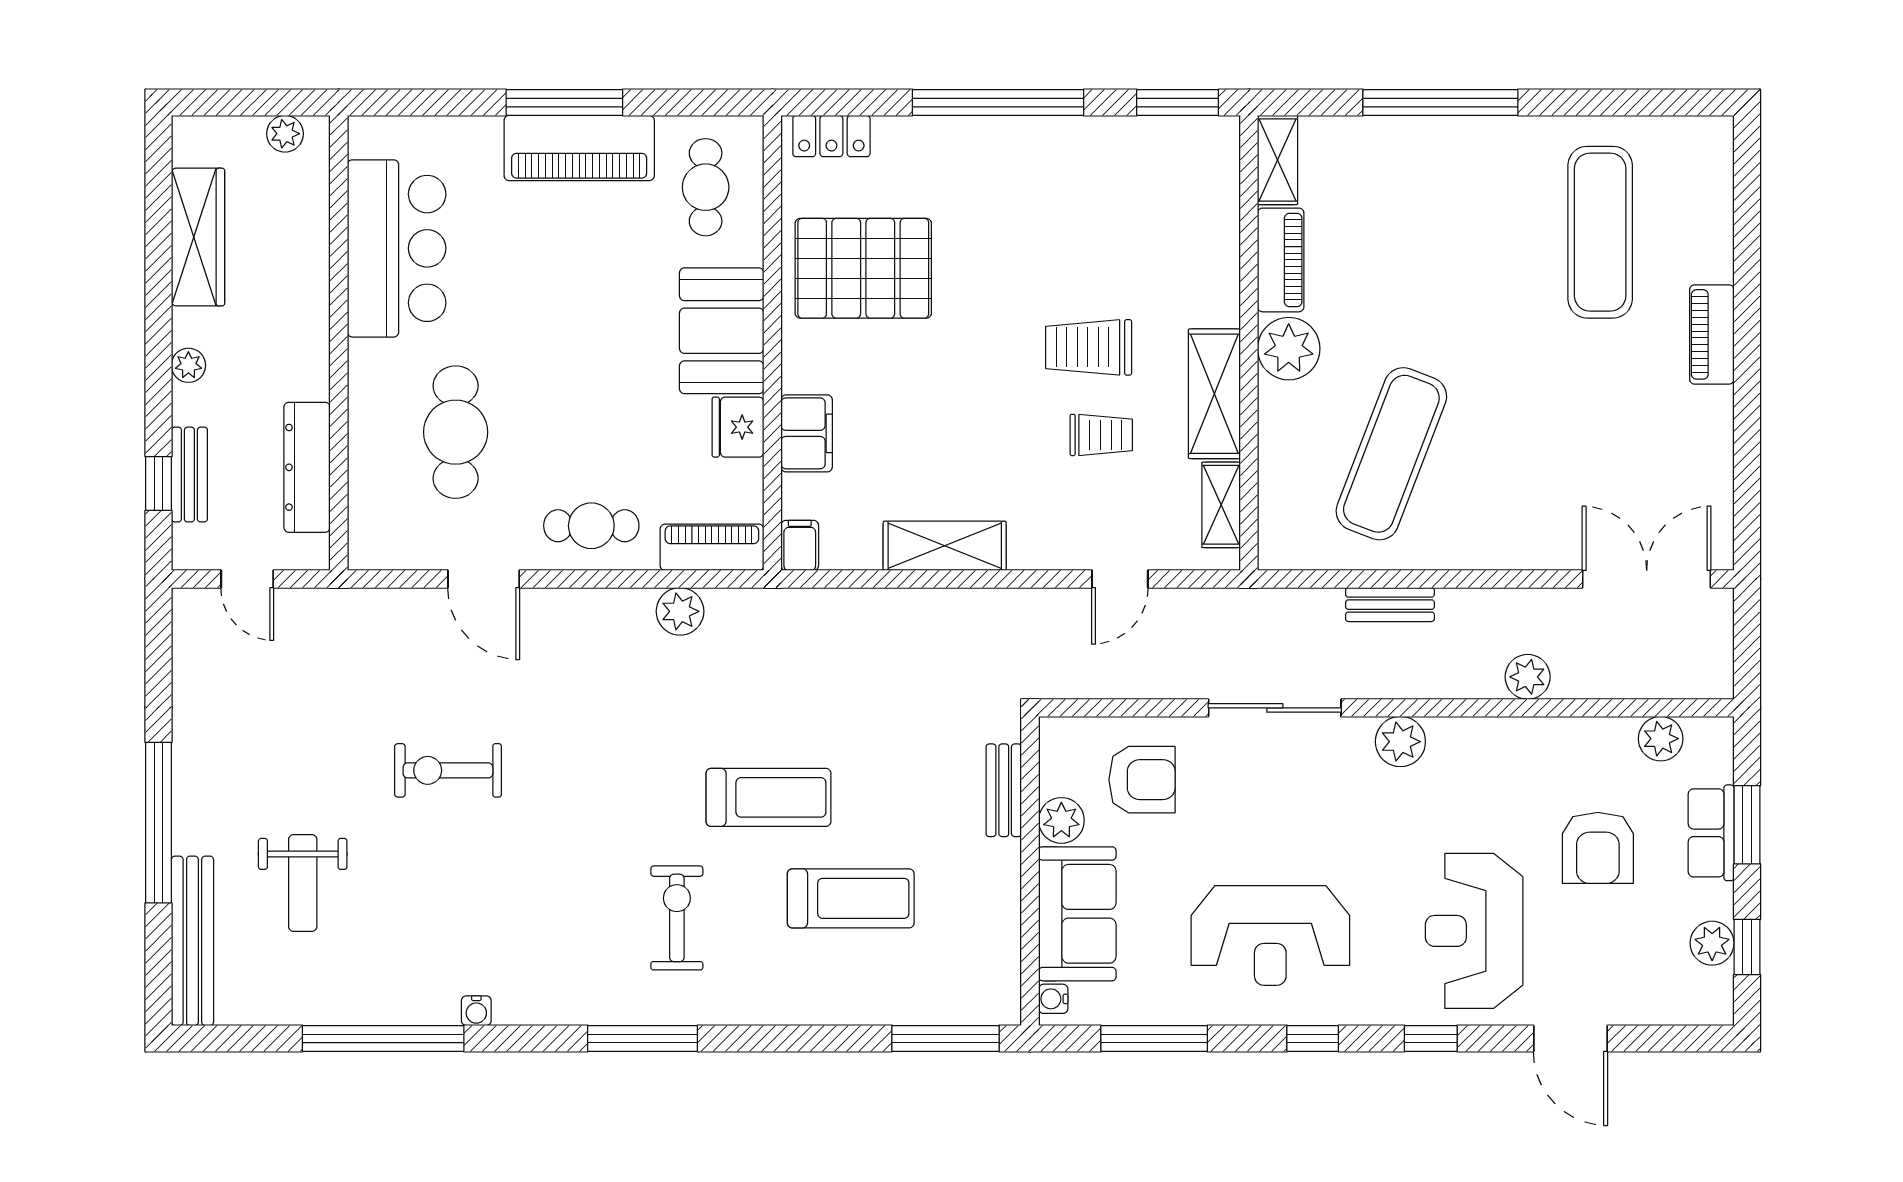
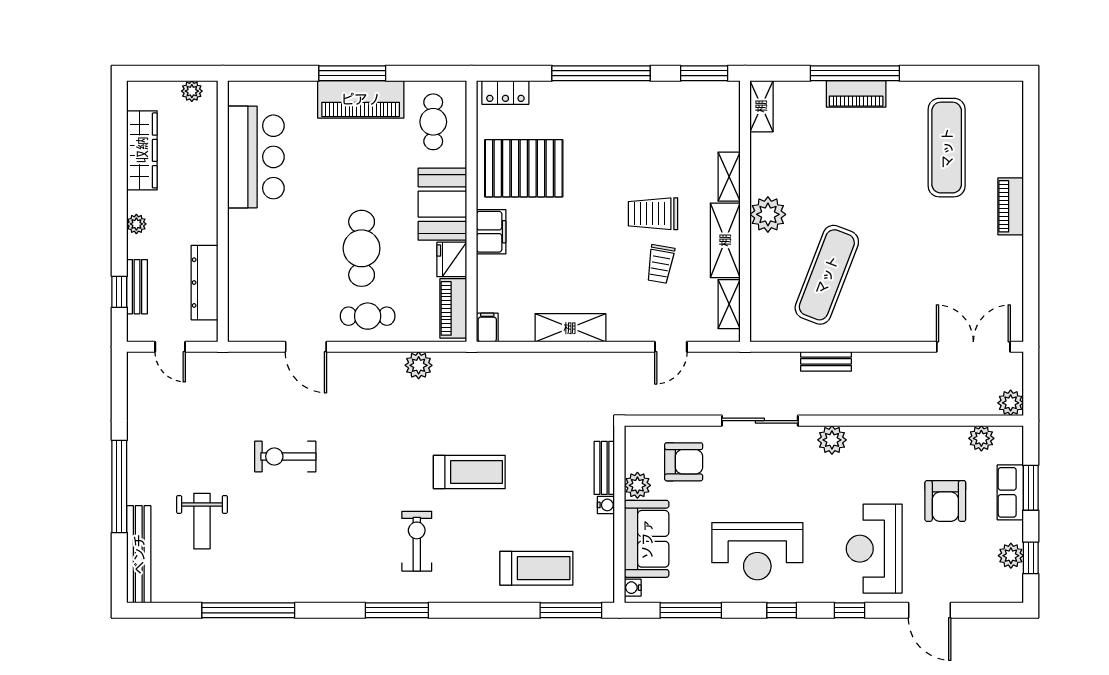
piano: (1281, 260) -> (856, 94), moved, turned 90
shelving: (1221, 283) -> (729, 177), added
cafe table: (456, 432) -> (362, 248), moved
filing cabinet: (807, 433) -> (491, 232), moved
trolley: (1101, 435) -> (660, 264), turned 100
piano: (712, 547) -> (453, 308), moved, turned -90
plant: (1528, 677) -> (1011, 403), moved
treadmill: (851, 898) -> (536, 568), moved
water cooler: (476, 1011) -> (606, 505), moved, turned -90

